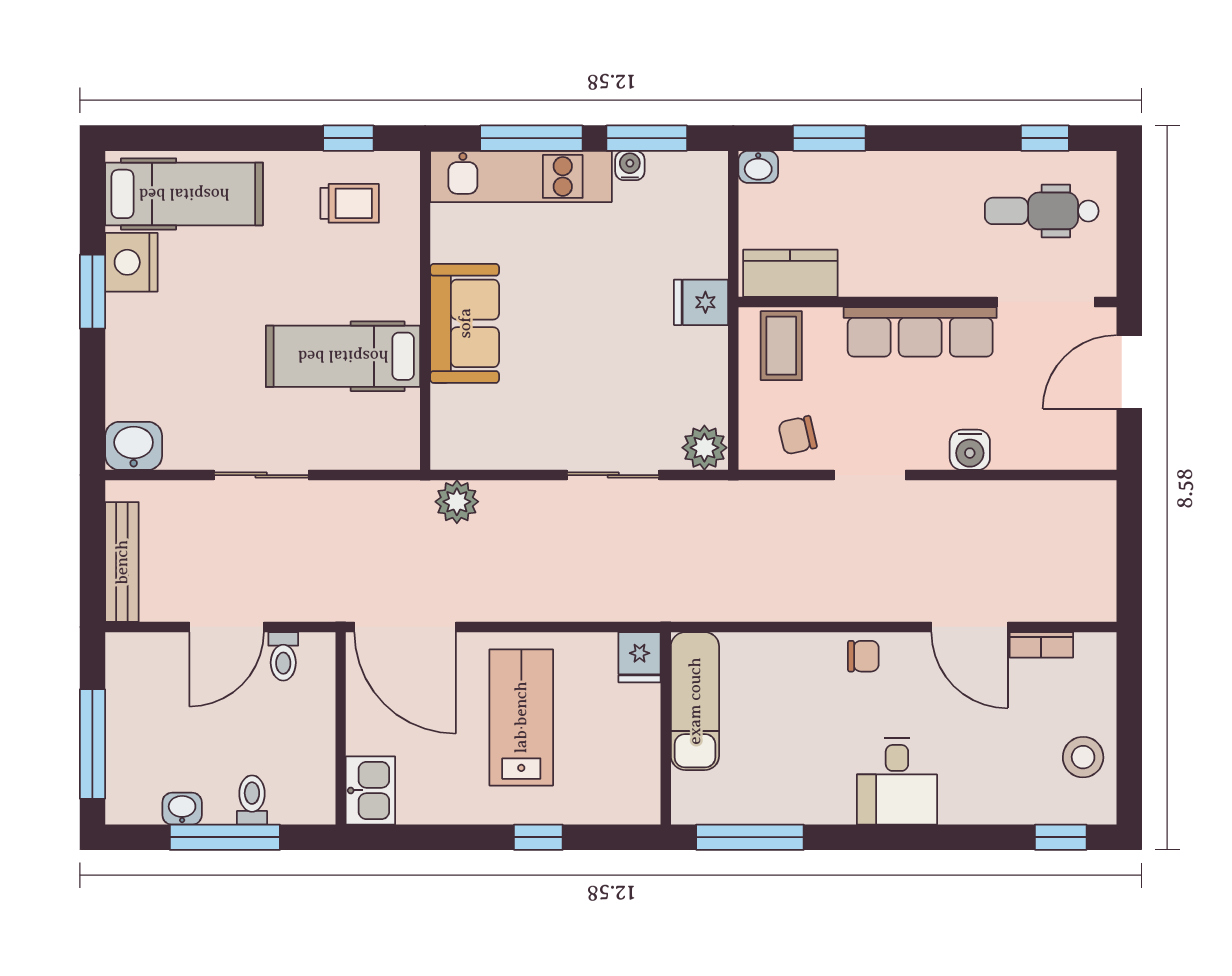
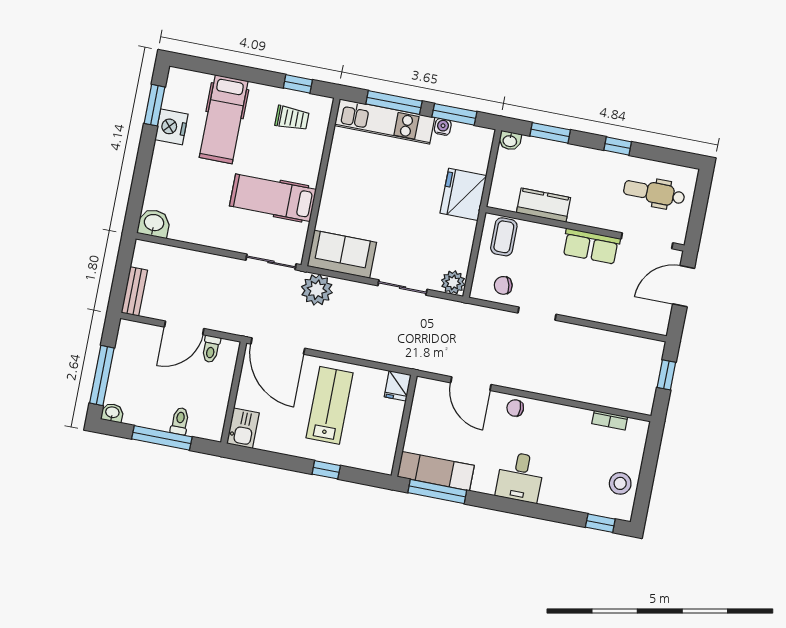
window: (1045, 138) -> (618, 146), moved
hospital bed: (184, 194) -> (224, 119), moved, turned 90
kitchen counter: (790, 273) -> (544, 205), moved
window: (92, 292) -> (154, 105), moved
fridge: (701, 302) -> (463, 194), width x1.88, depth x1.34
sofa: (465, 323) -> (342, 254), moved, turned -90
row of seats: (920, 332) -> (591, 246), width x0.68
water cooler: (970, 450) -> (592, 311), removed
sliding door: (261, 475) -> (271, 262), moved
plant: (457, 502) -> (317, 290), width x1.36, depth x1.36
window: (1129, 541) -> (666, 375), added
bench: (122, 562) -> (134, 291), width x0.73
door: (970, 627) -> (471, 384), moved
chair: (863, 656) -> (515, 408), turned 180
exam couch: (695, 701) -> (436, 471), moved, turned -90
washbasin: (182, 809) -> (112, 413), moved

